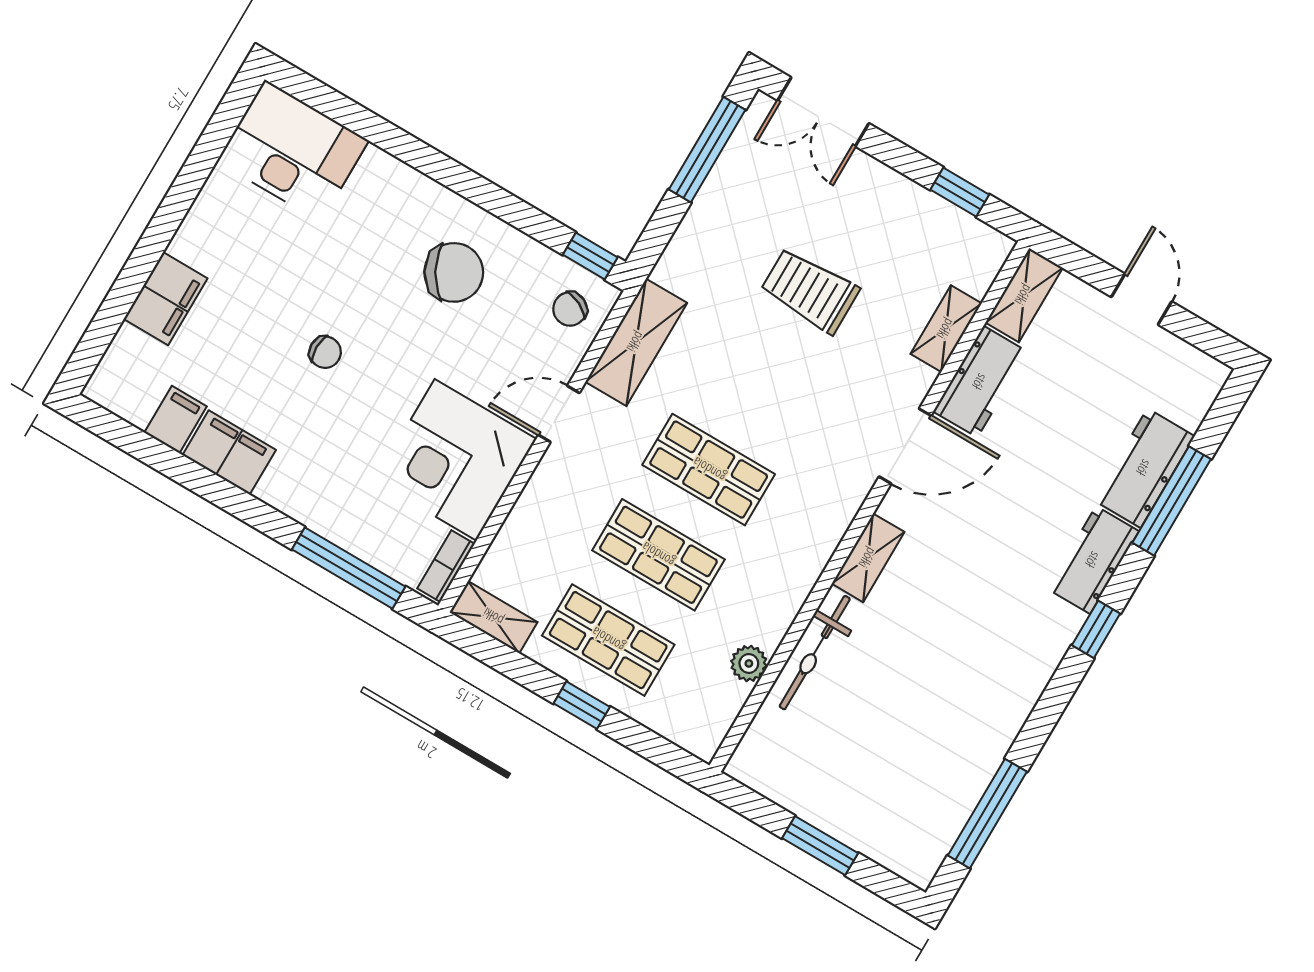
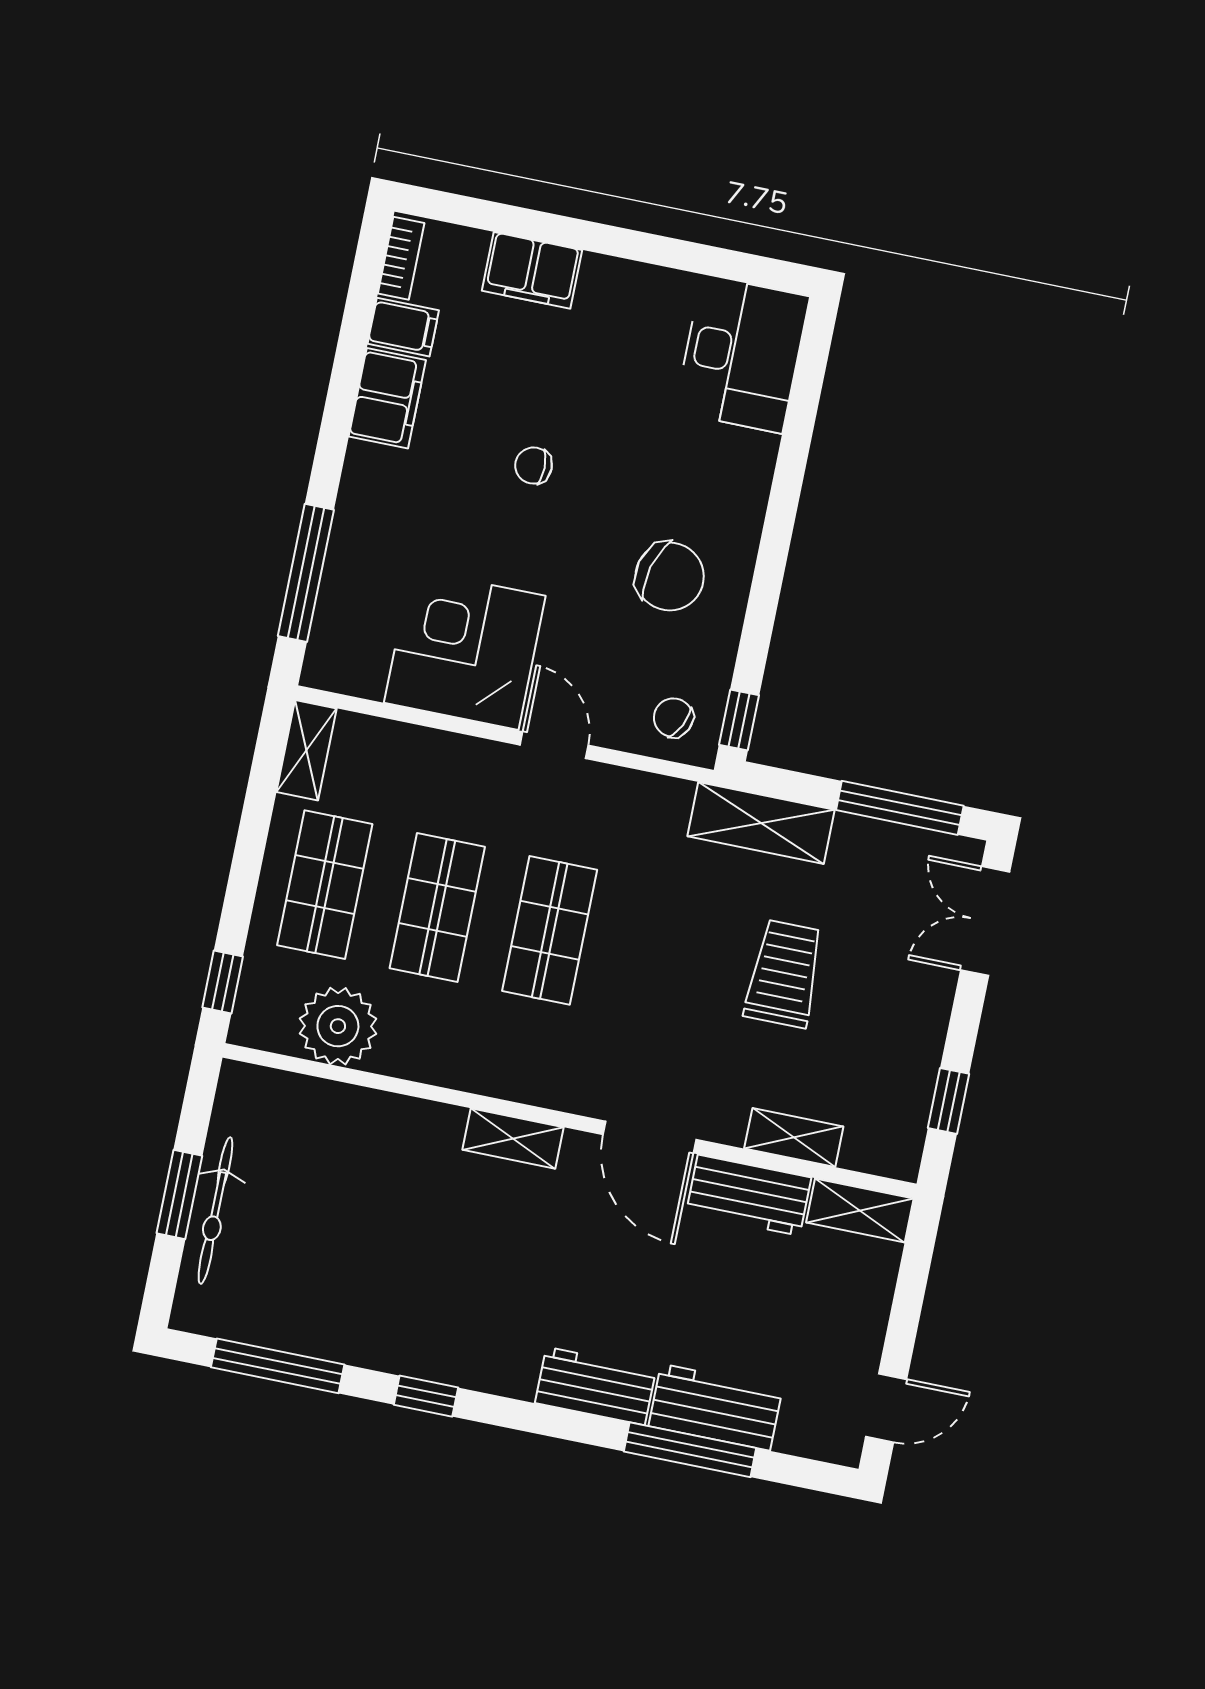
chair: (454, 272) -> (670, 577), turned -46
door: (1142, 299) -> (886, 1408), moved
shelving: (636, 342) -> (761, 823), moved
chair: (325, 352) -> (534, 466), turned 90
bookcase: (446, 566) -> (401, 258), moved, turned 90
window: (1096, 629) -> (426, 1396), moved
bicycle: (815, 653) -> (215, 1211), moved, turned -90
plant: (749, 663) -> (338, 1026), width x1.88, depth x1.88
window: (582, 705) -> (223, 982), moved

